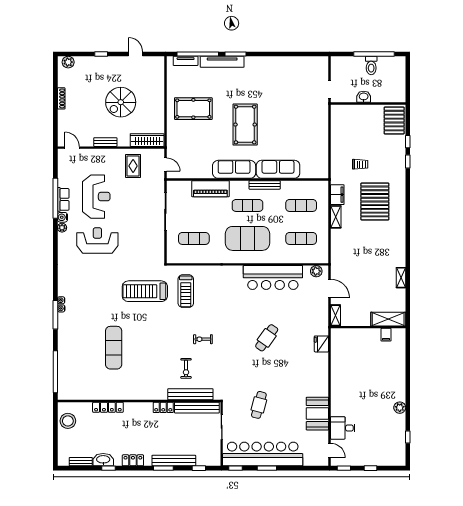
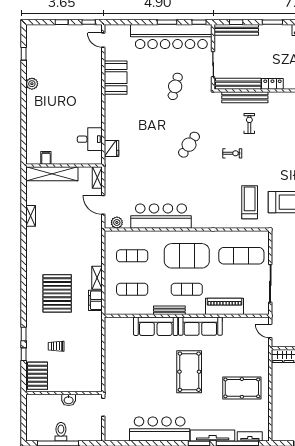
bar counter: (274, 68) -> (160, 429), added
trolley: (360, 164) -> (56, 346), moved
exercise mat: (194, 238) -> (241, 256), width x1.36, depth x1.45
shelving: (388, 319) -> (52, 174), width x1.47
cafe table: (267, 338) -> (189, 145), moved
desk: (343, 428) -> (90, 139), moved
bench: (174, 461) -> (236, 30), moved

